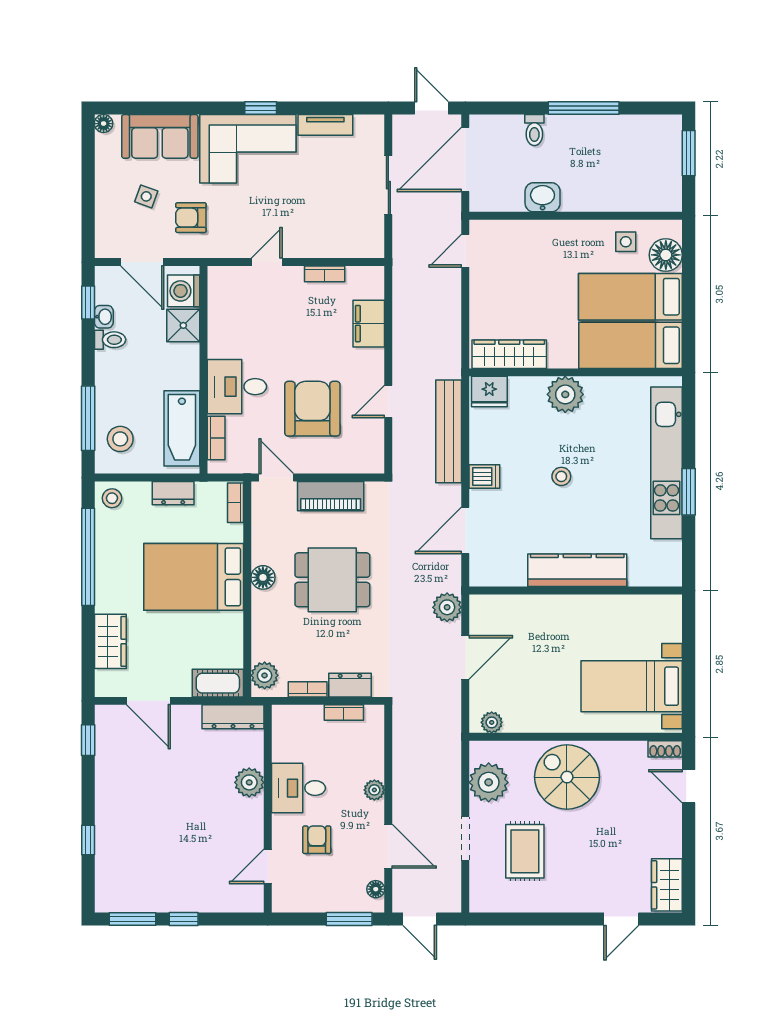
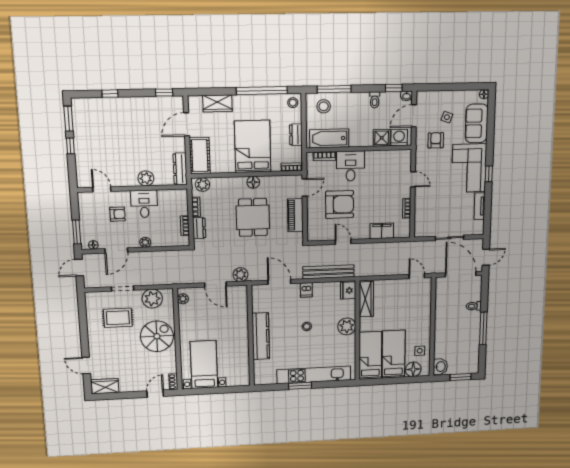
washbasin: (543, 197) -> (440, 367), moved
washbasin: (104, 317) -> (407, 96), moved
cot: (218, 683) -> (200, 156), width x1.37, depth x1.34

